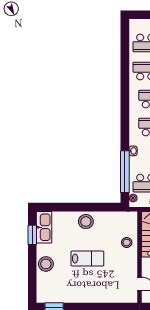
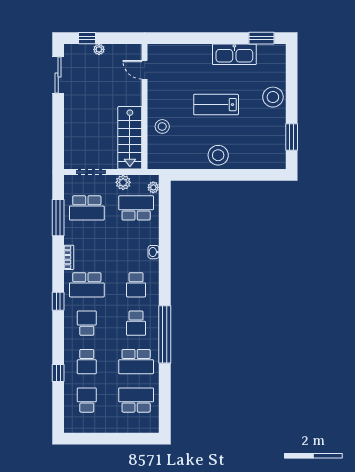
window: (125, 172) -> (165, 334), moved
kitchen sink: (44, 227) -> (234, 54), moved, turned -90

